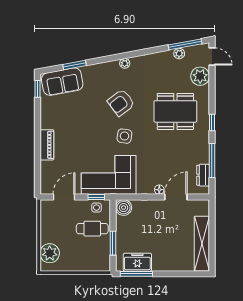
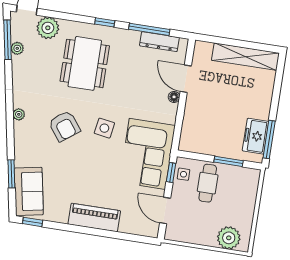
piano: (47, 145) -> (94, 218), width x1.37, depth x1.33
dresser: (203, 175) -> (159, 42), width x1.44
boiler: (124, 208) -> (189, 142), removed

